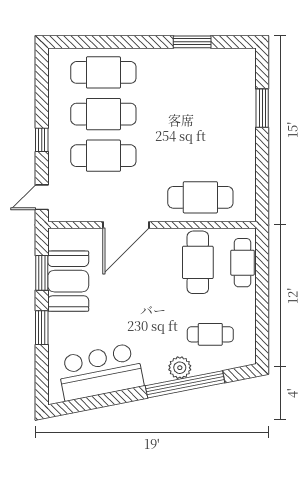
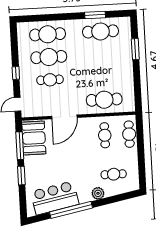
cafe table: (200, 72) -> (101, 31), added
cafe table: (103, 156) -> (50, 80), width x0.73, depth x0.74
cafe table: (198, 262) -> (105, 135), width x0.73, depth x0.74
window: (42, 273) -> (20, 146), width x1.44
booth: (68, 281) -> (34, 138), moved
window: (185, 384) -> (71, 210), moved

